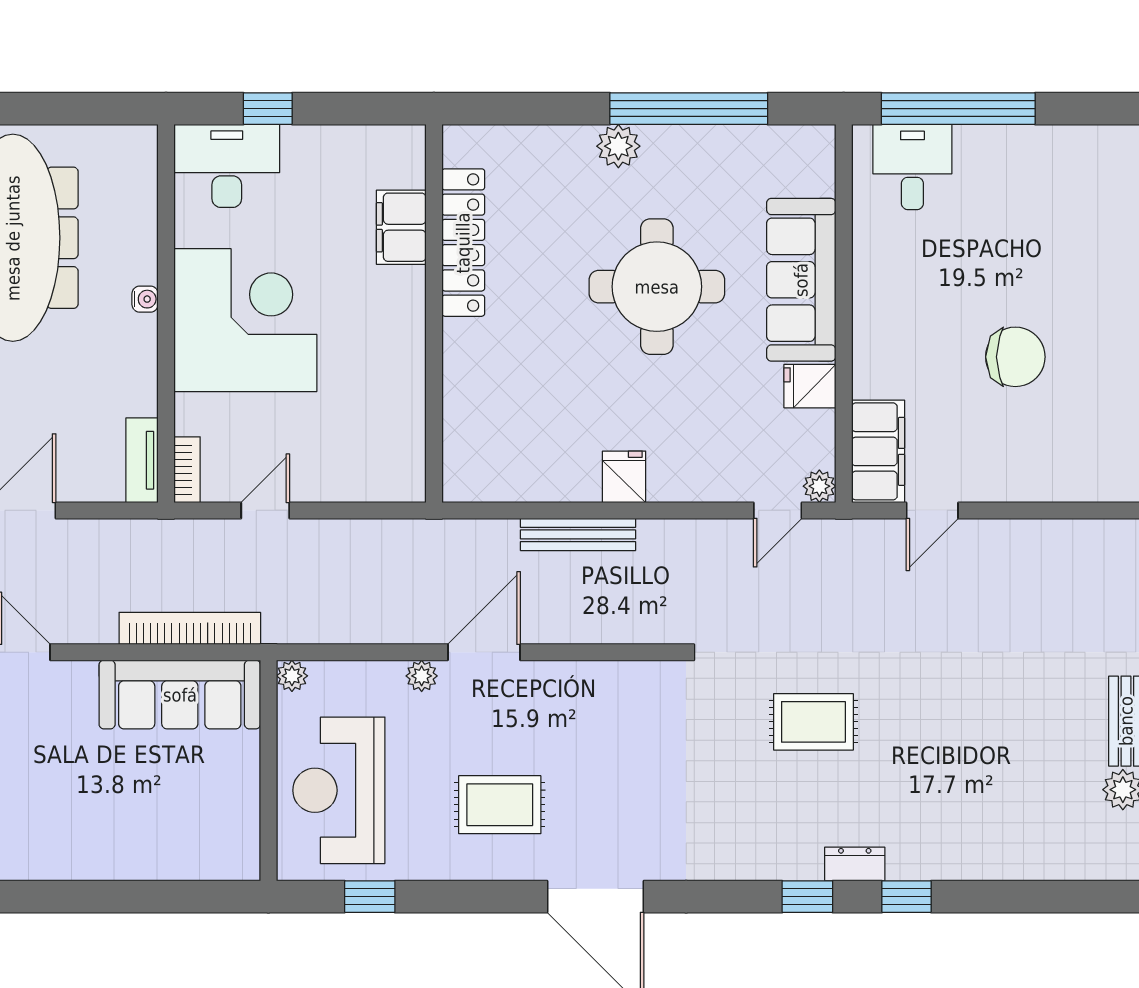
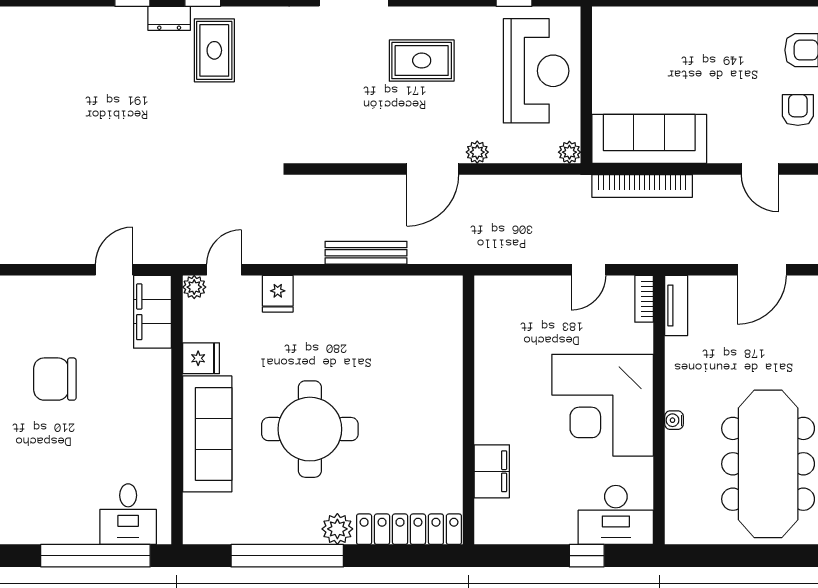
locker: (463, 243) -> (409, 529), moved, turned 90
fridge: (624, 477) -> (278, 294), moved
rug: (813, 722) -> (214, 50), moved, turned 90

